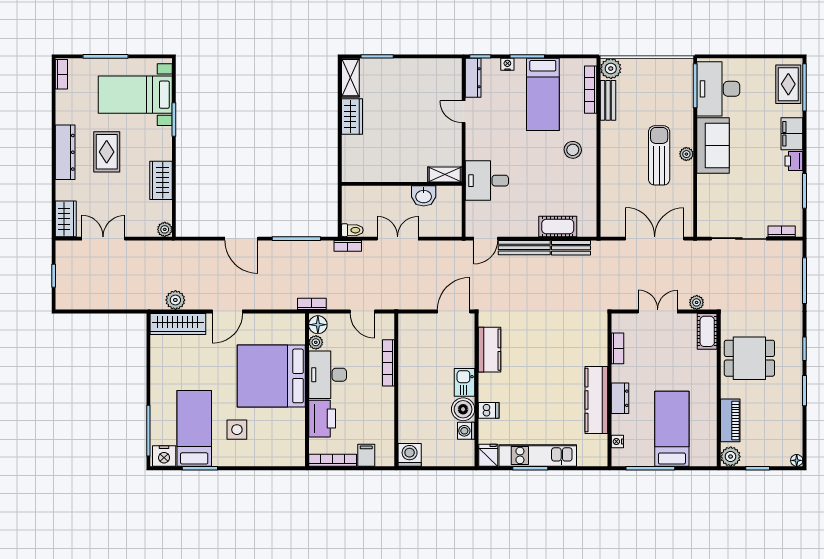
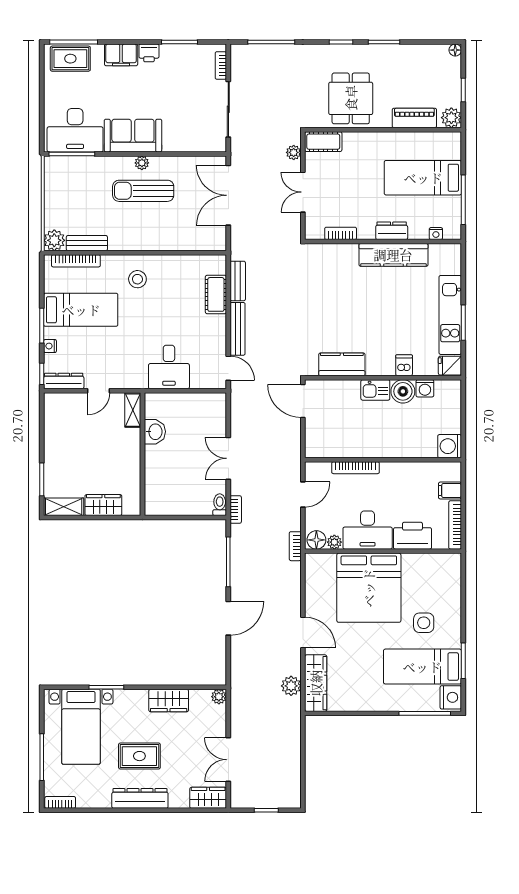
shelving: (445, 174) -> (133, 410), moved
wall: (402, 184) -> (142, 454), moved
washbasin: (424, 196) -> (155, 432), moved

